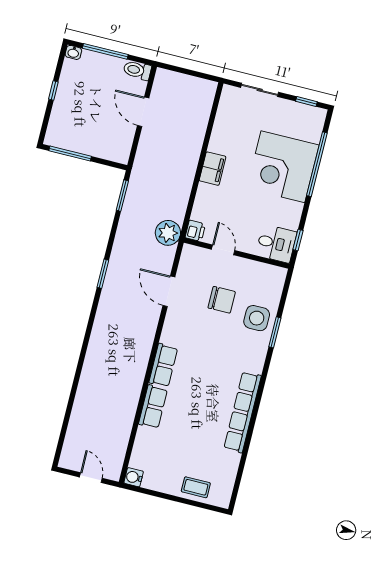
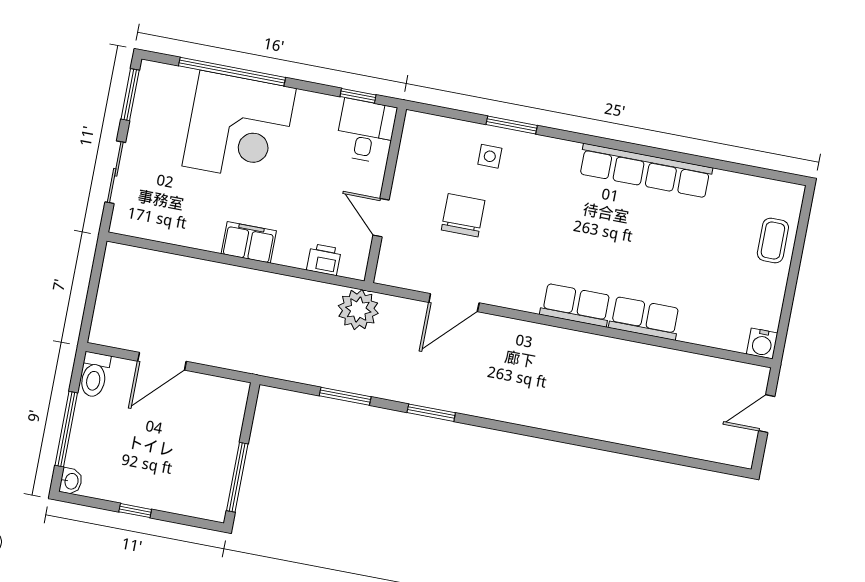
window: (306, 101) -> (130, 95), width x1.50
window: (122, 196) -> (345, 396), moved
printer: (195, 231) -> (324, 260), moved
door: (223, 250) -> (381, 218), hinge flipped
side table: (257, 318) -> (490, 156), width x0.54, depth x0.54

